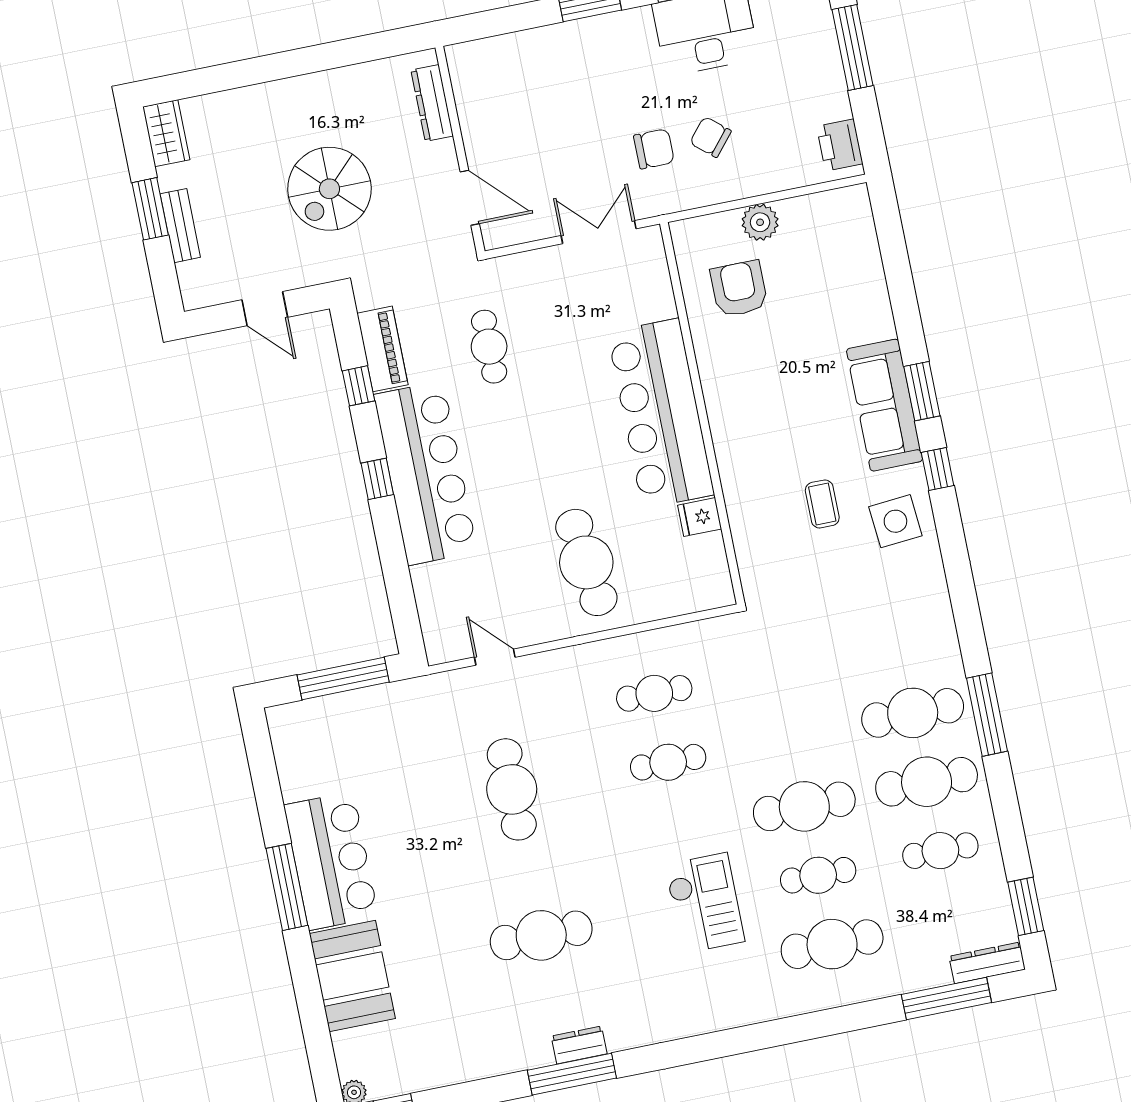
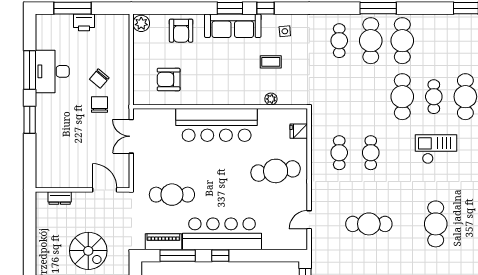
dresser: (432, 103) -> (60, 198), width x0.70
printer: (840, 145) -> (84, 22), moved
door: (470, 198) -> (105, 190), hinge flipped
plant: (760, 222) -> (141, 23), moved
armchair: (851, 294) -> (181, 31), added
cafe table: (489, 347) -> (172, 195), width x1.37, depth x1.35
window: (359, 386) -> (178, 256), width x2.17
fridge: (700, 517) -> (299, 131), moved, turned 90
plant: (741, 521) -> (271, 99), added
side table: (895, 521) -> (285, 31), width x0.54, depth x0.54
cafe table: (940, 851) -> (339, 41), moved

